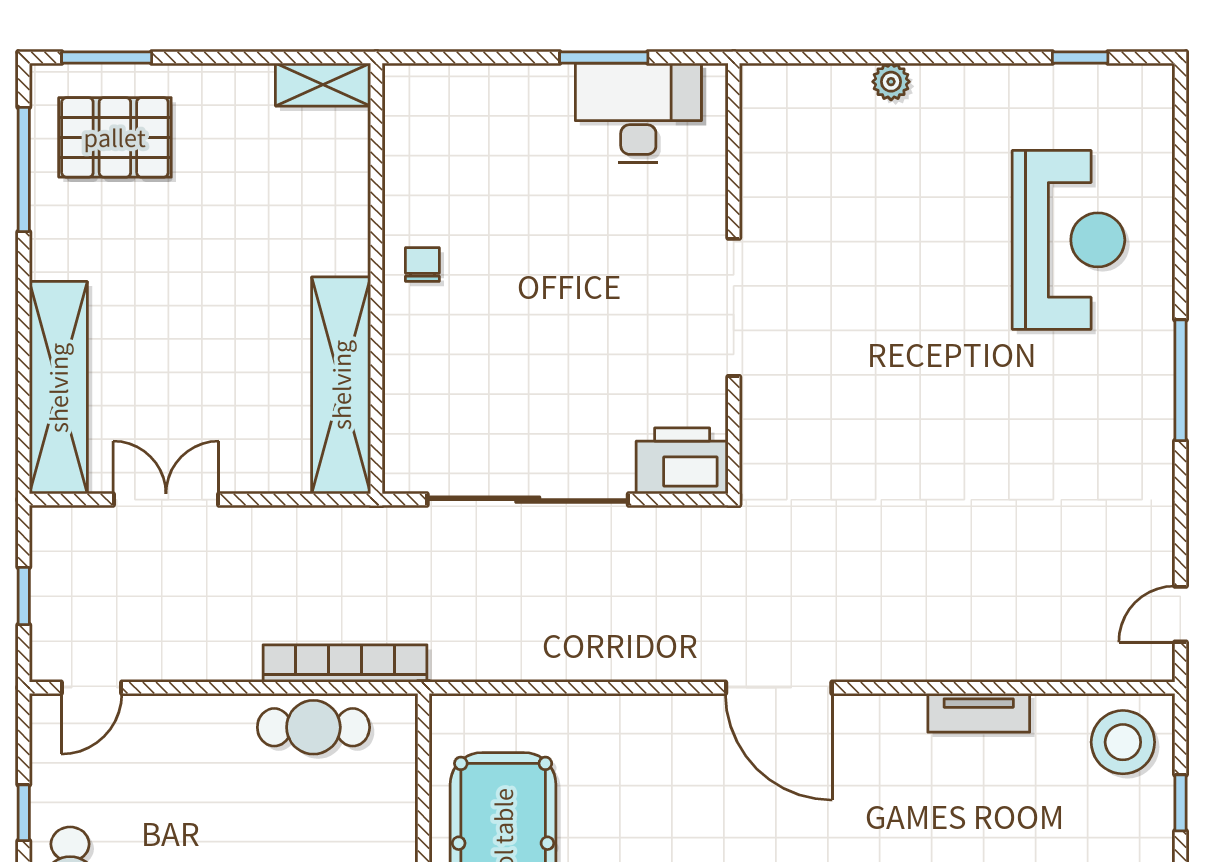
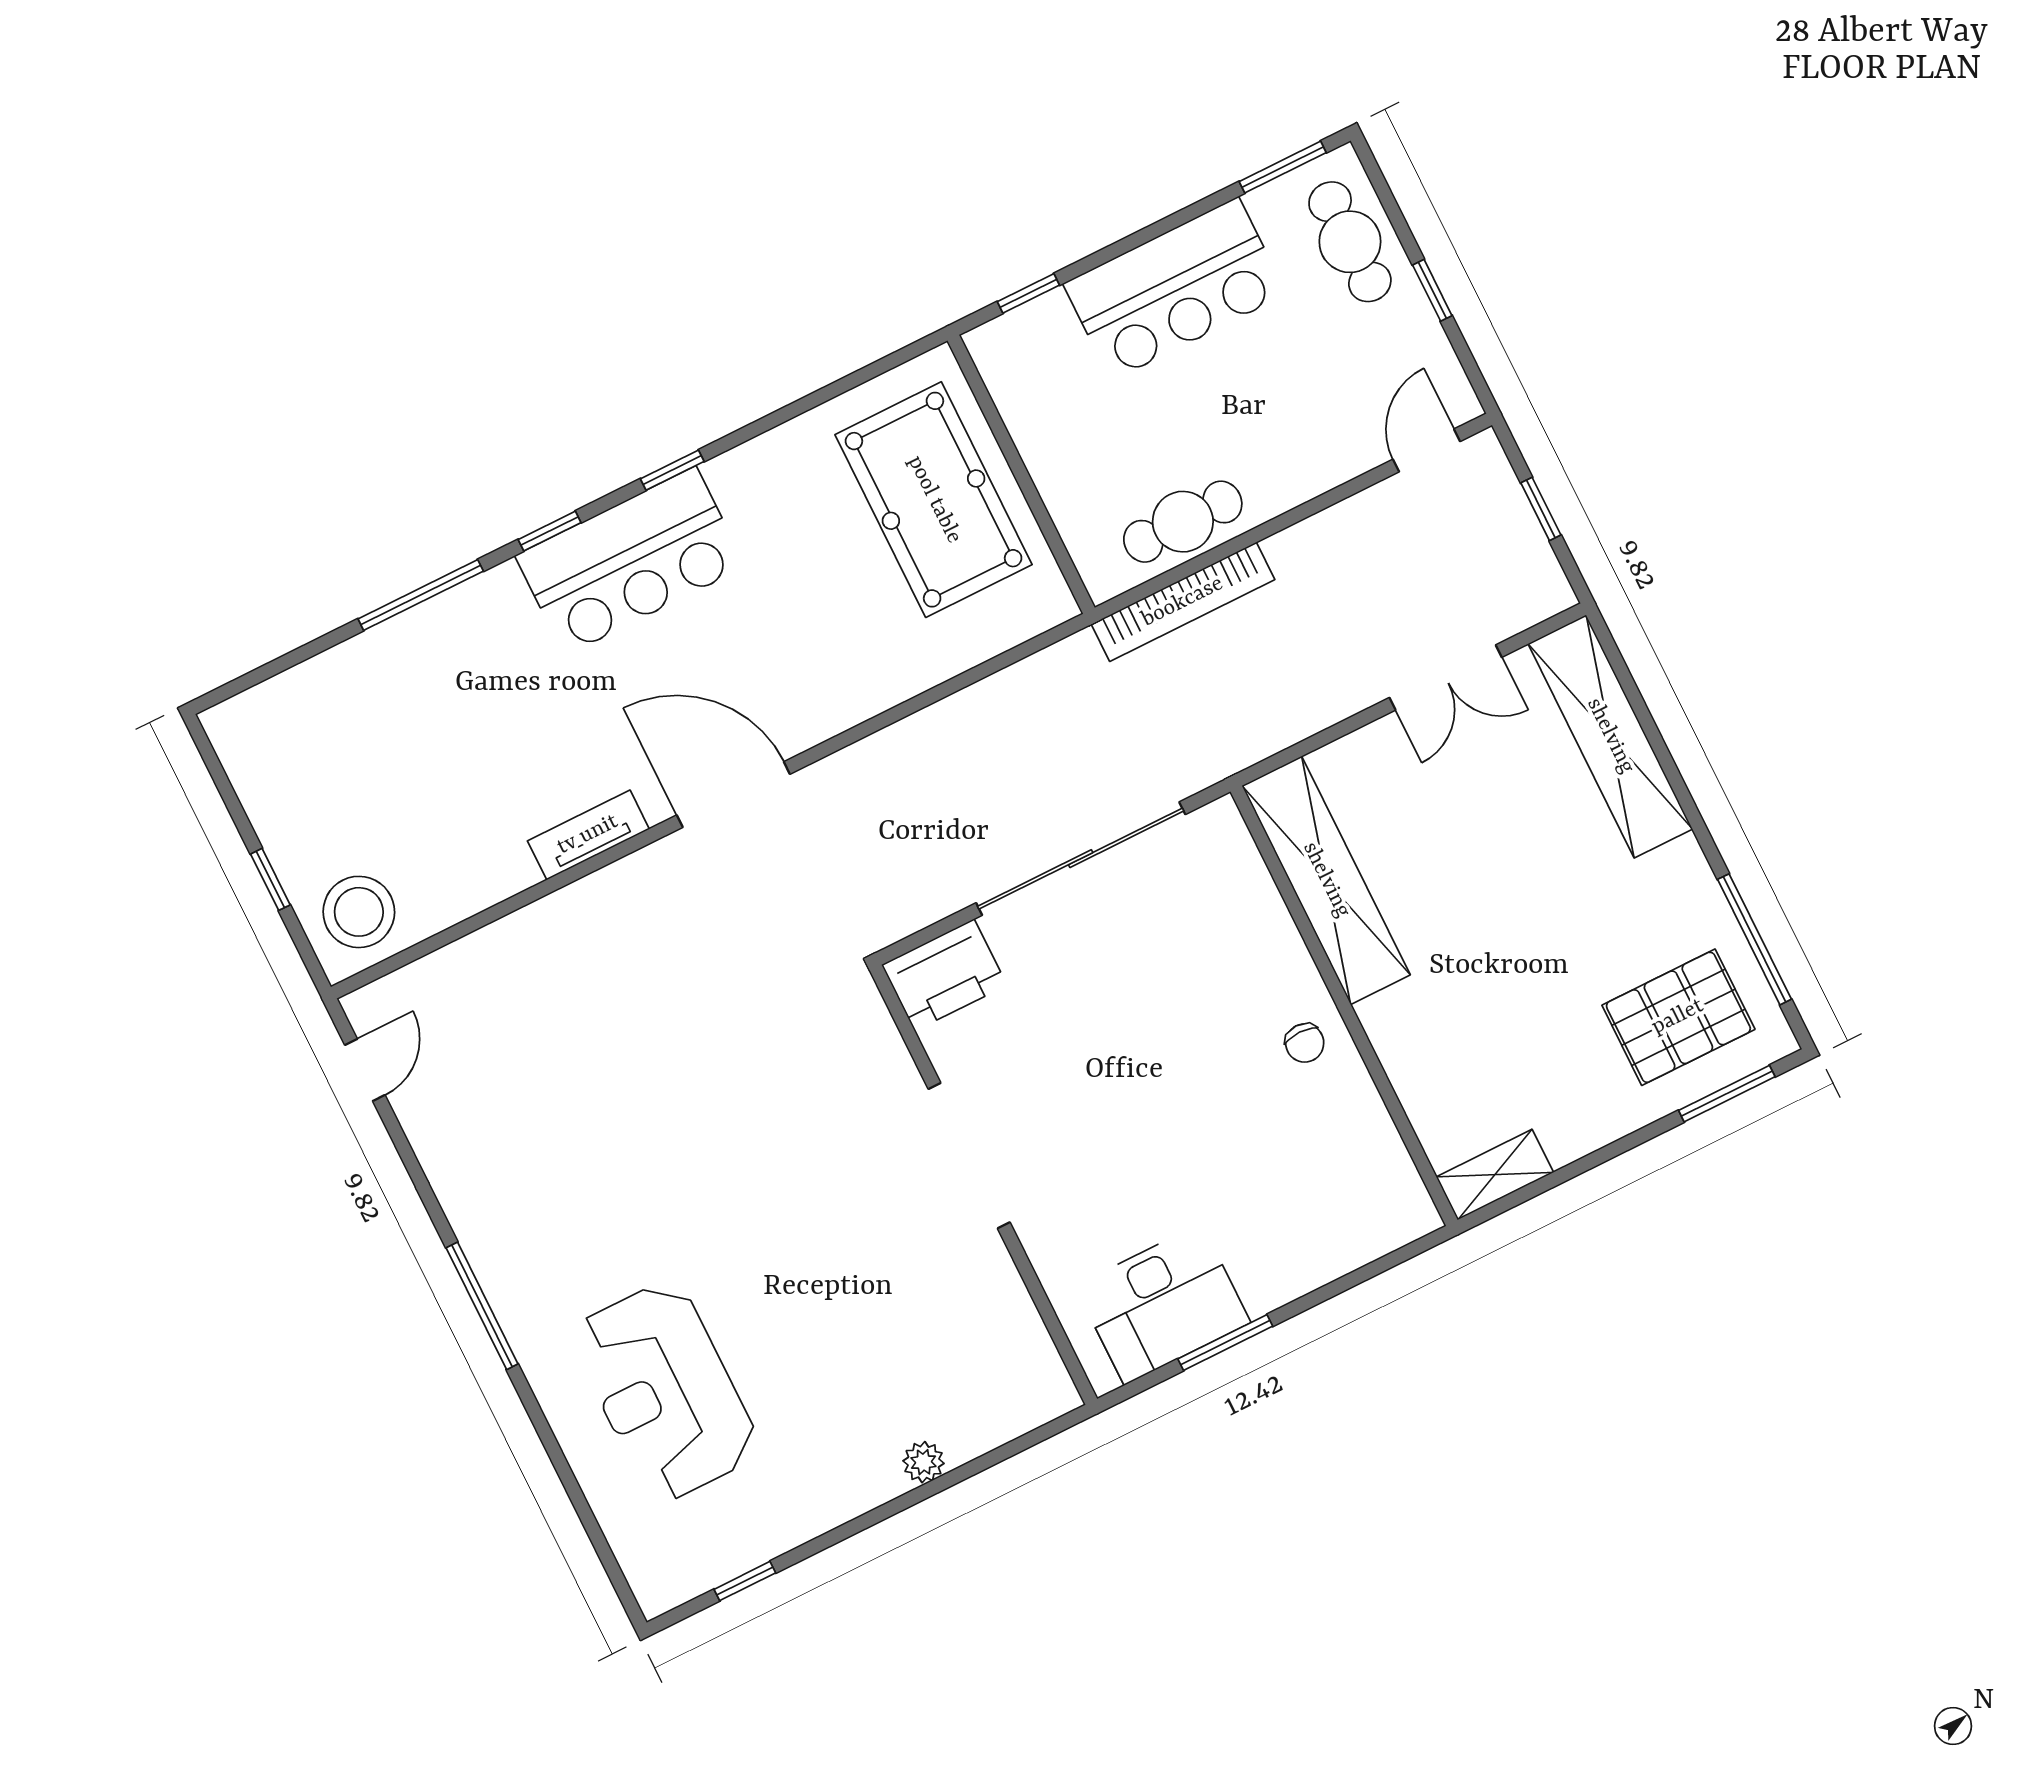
tv unit: (979, 713) -> (588, 835), moved

